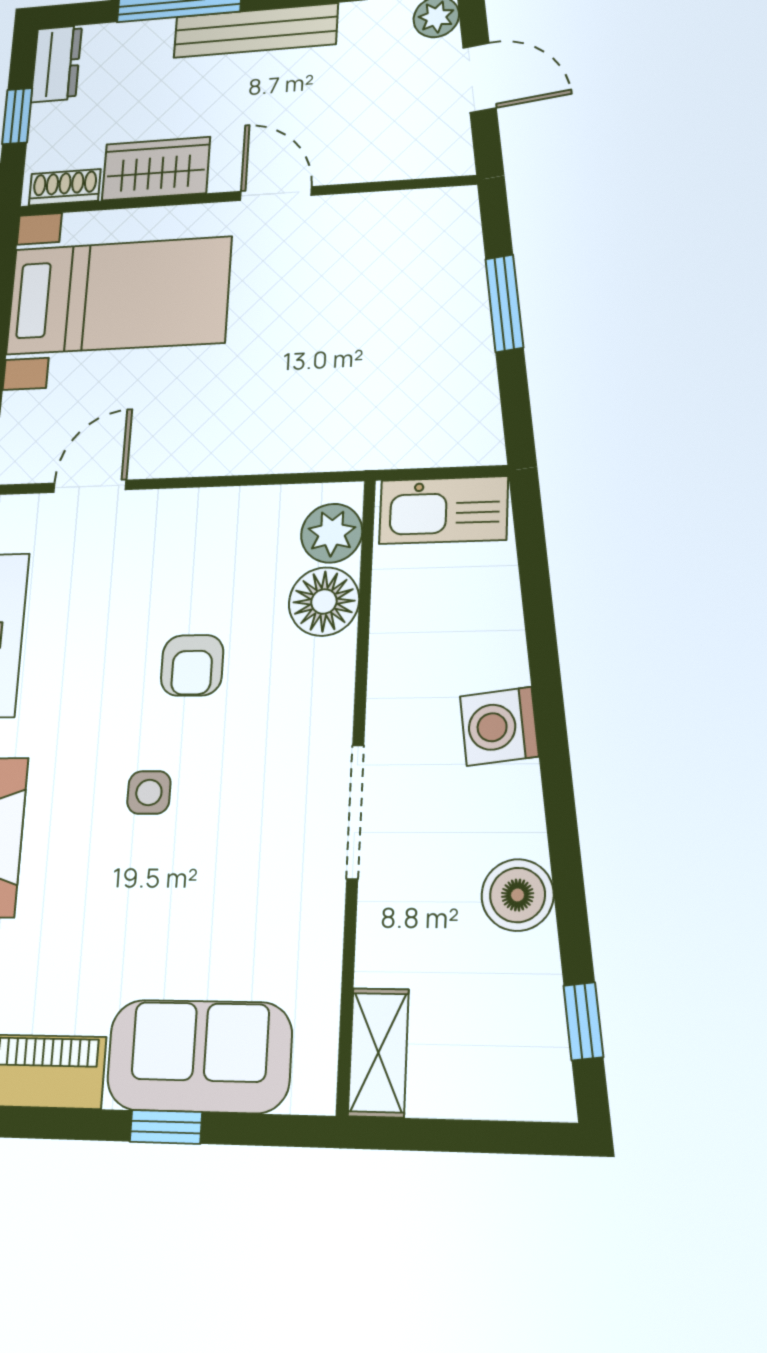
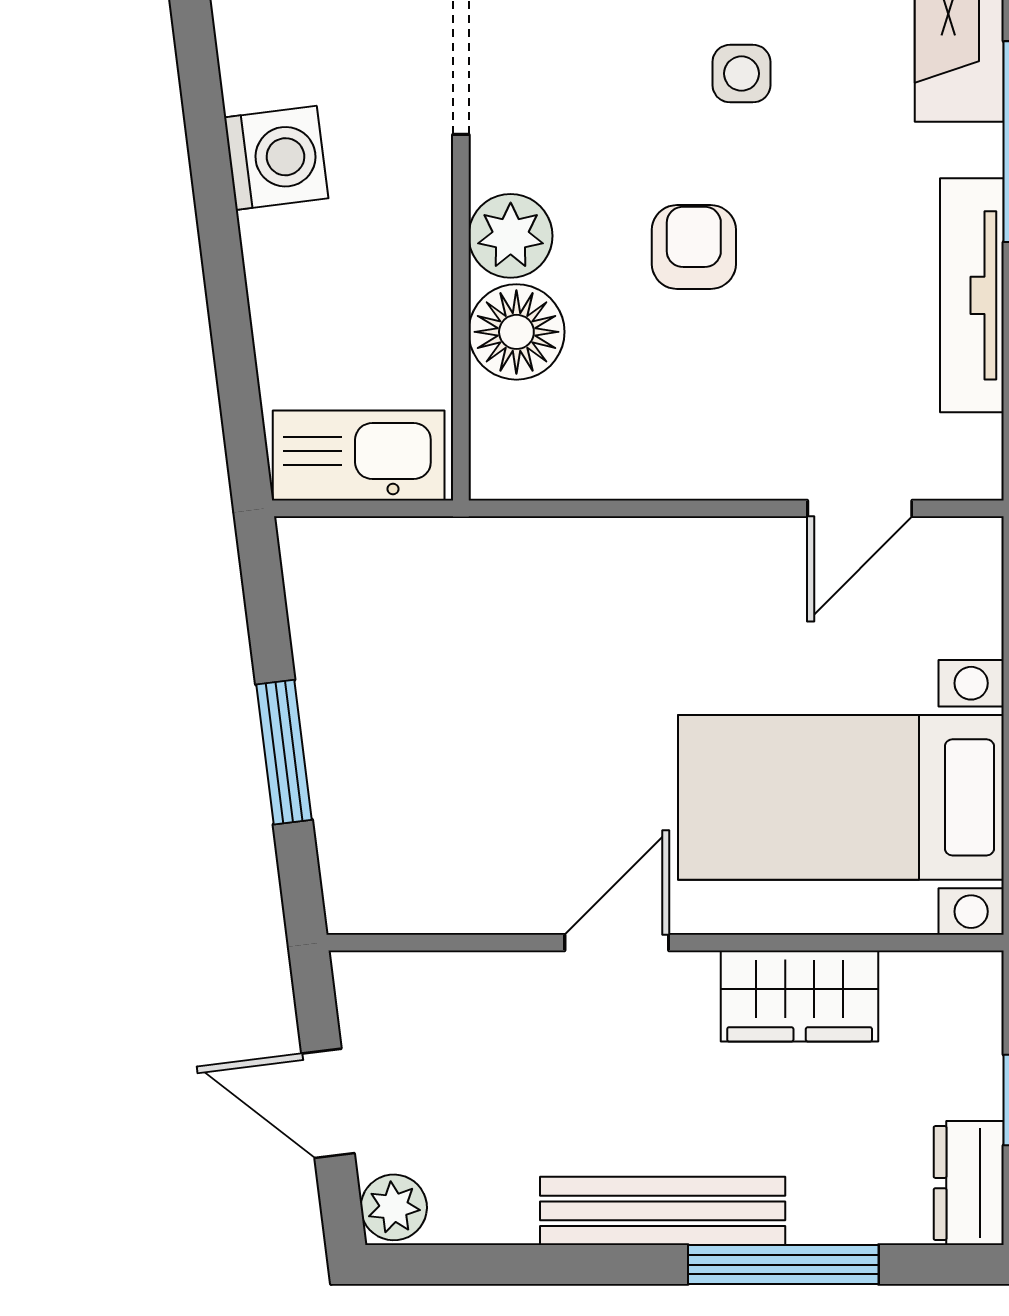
shoe rack: (65, 187) -> (938, 976), removed
door: (276, 193) -> (617, 943), swing flipped
plant: (332, 533) -> (511, 236), moved

